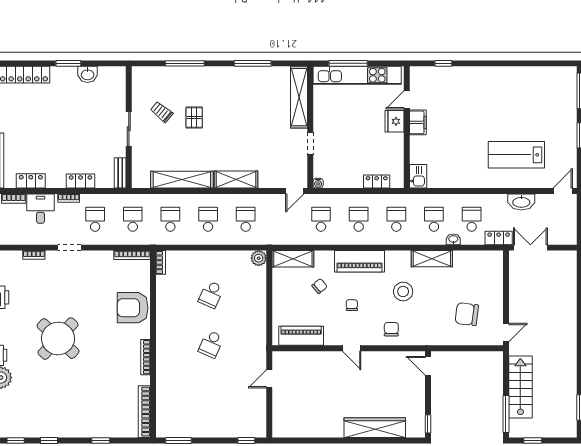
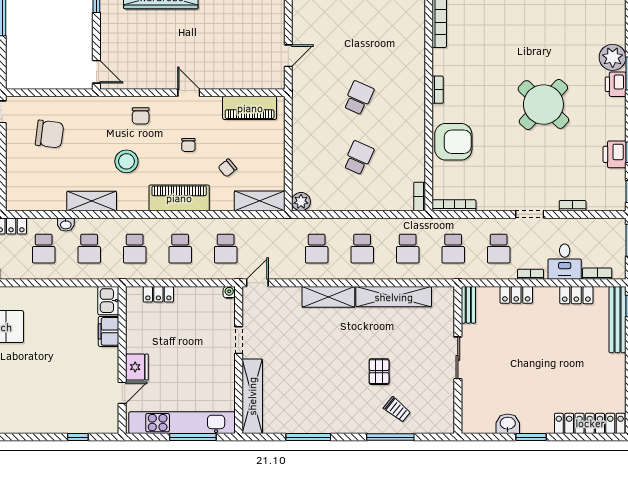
trolley: (162, 112) -> (397, 410), moved
filing cabinet: (418, 122) -> (109, 331), moved
bookcase: (146, 357) -> (438, 90), width x0.64

